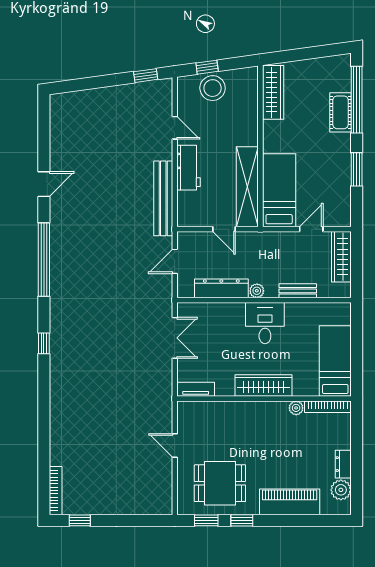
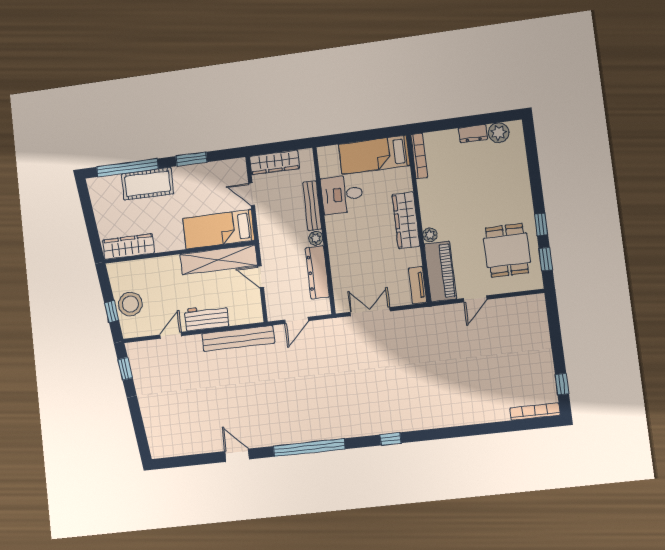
cot: (341, 112) -> (147, 184), width x1.37, depth x1.34
door: (224, 229) -> (261, 277), swing flipped
door: (175, 261) -> (297, 320), hinge flipped
bench: (298, 291) -> (312, 206), width x1.36
desk: (265, 323) -> (342, 194), moved
plant: (296, 408) -> (430, 235), moved
piano: (290, 502) -> (440, 271), moved, turned 180

